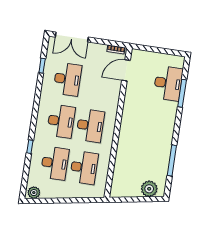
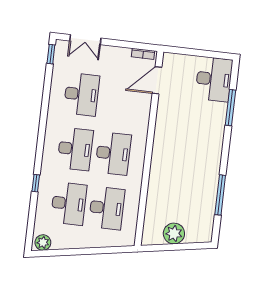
double door: (72, 37) -> (85, 40), width x0.73
window: (42, 66) -> (51, 54), moved
desk: (168, 83) -> (214, 79), moved
plant: (149, 189) -> (174, 234), moved

